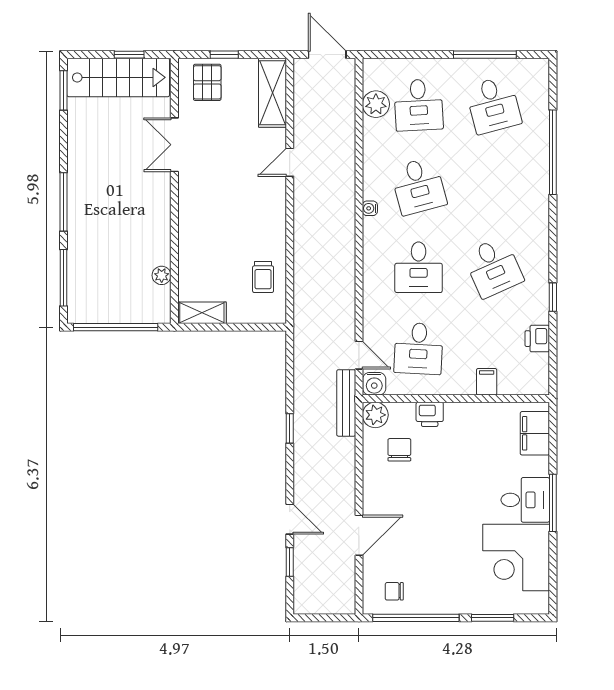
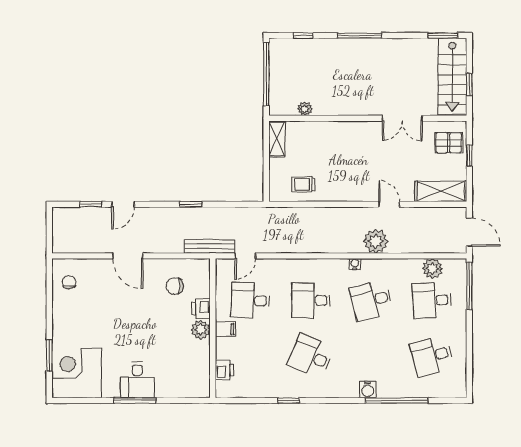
door: (327, 55) -> (469, 232), hinge flipped
window: (485, 55) -> (469, 286), moved
double door: (174, 145) -> (402, 118), swing flipped
plant: (339, 180) -> (376, 241), added
desk: (493, 267) -> (311, 356), turned 48
window: (64, 278) -> (303, 36), width x0.46
printer: (537, 339) -> (224, 370), moved, turned 90
filing cabinet: (487, 382) -> (225, 329), moved
water cooler: (374, 384) -> (368, 389), moved, turned -90
plant: (375, 415) -> (201, 330), moved
filing cabinet: (535, 433) -> (187, 387), removed
chair: (399, 450) -> (175, 286), turned 180
door: (359, 535) -> (128, 256), moved
corner desk: (516, 557) -> (77, 373), moved
window: (416, 618) -> (49, 298), removed

